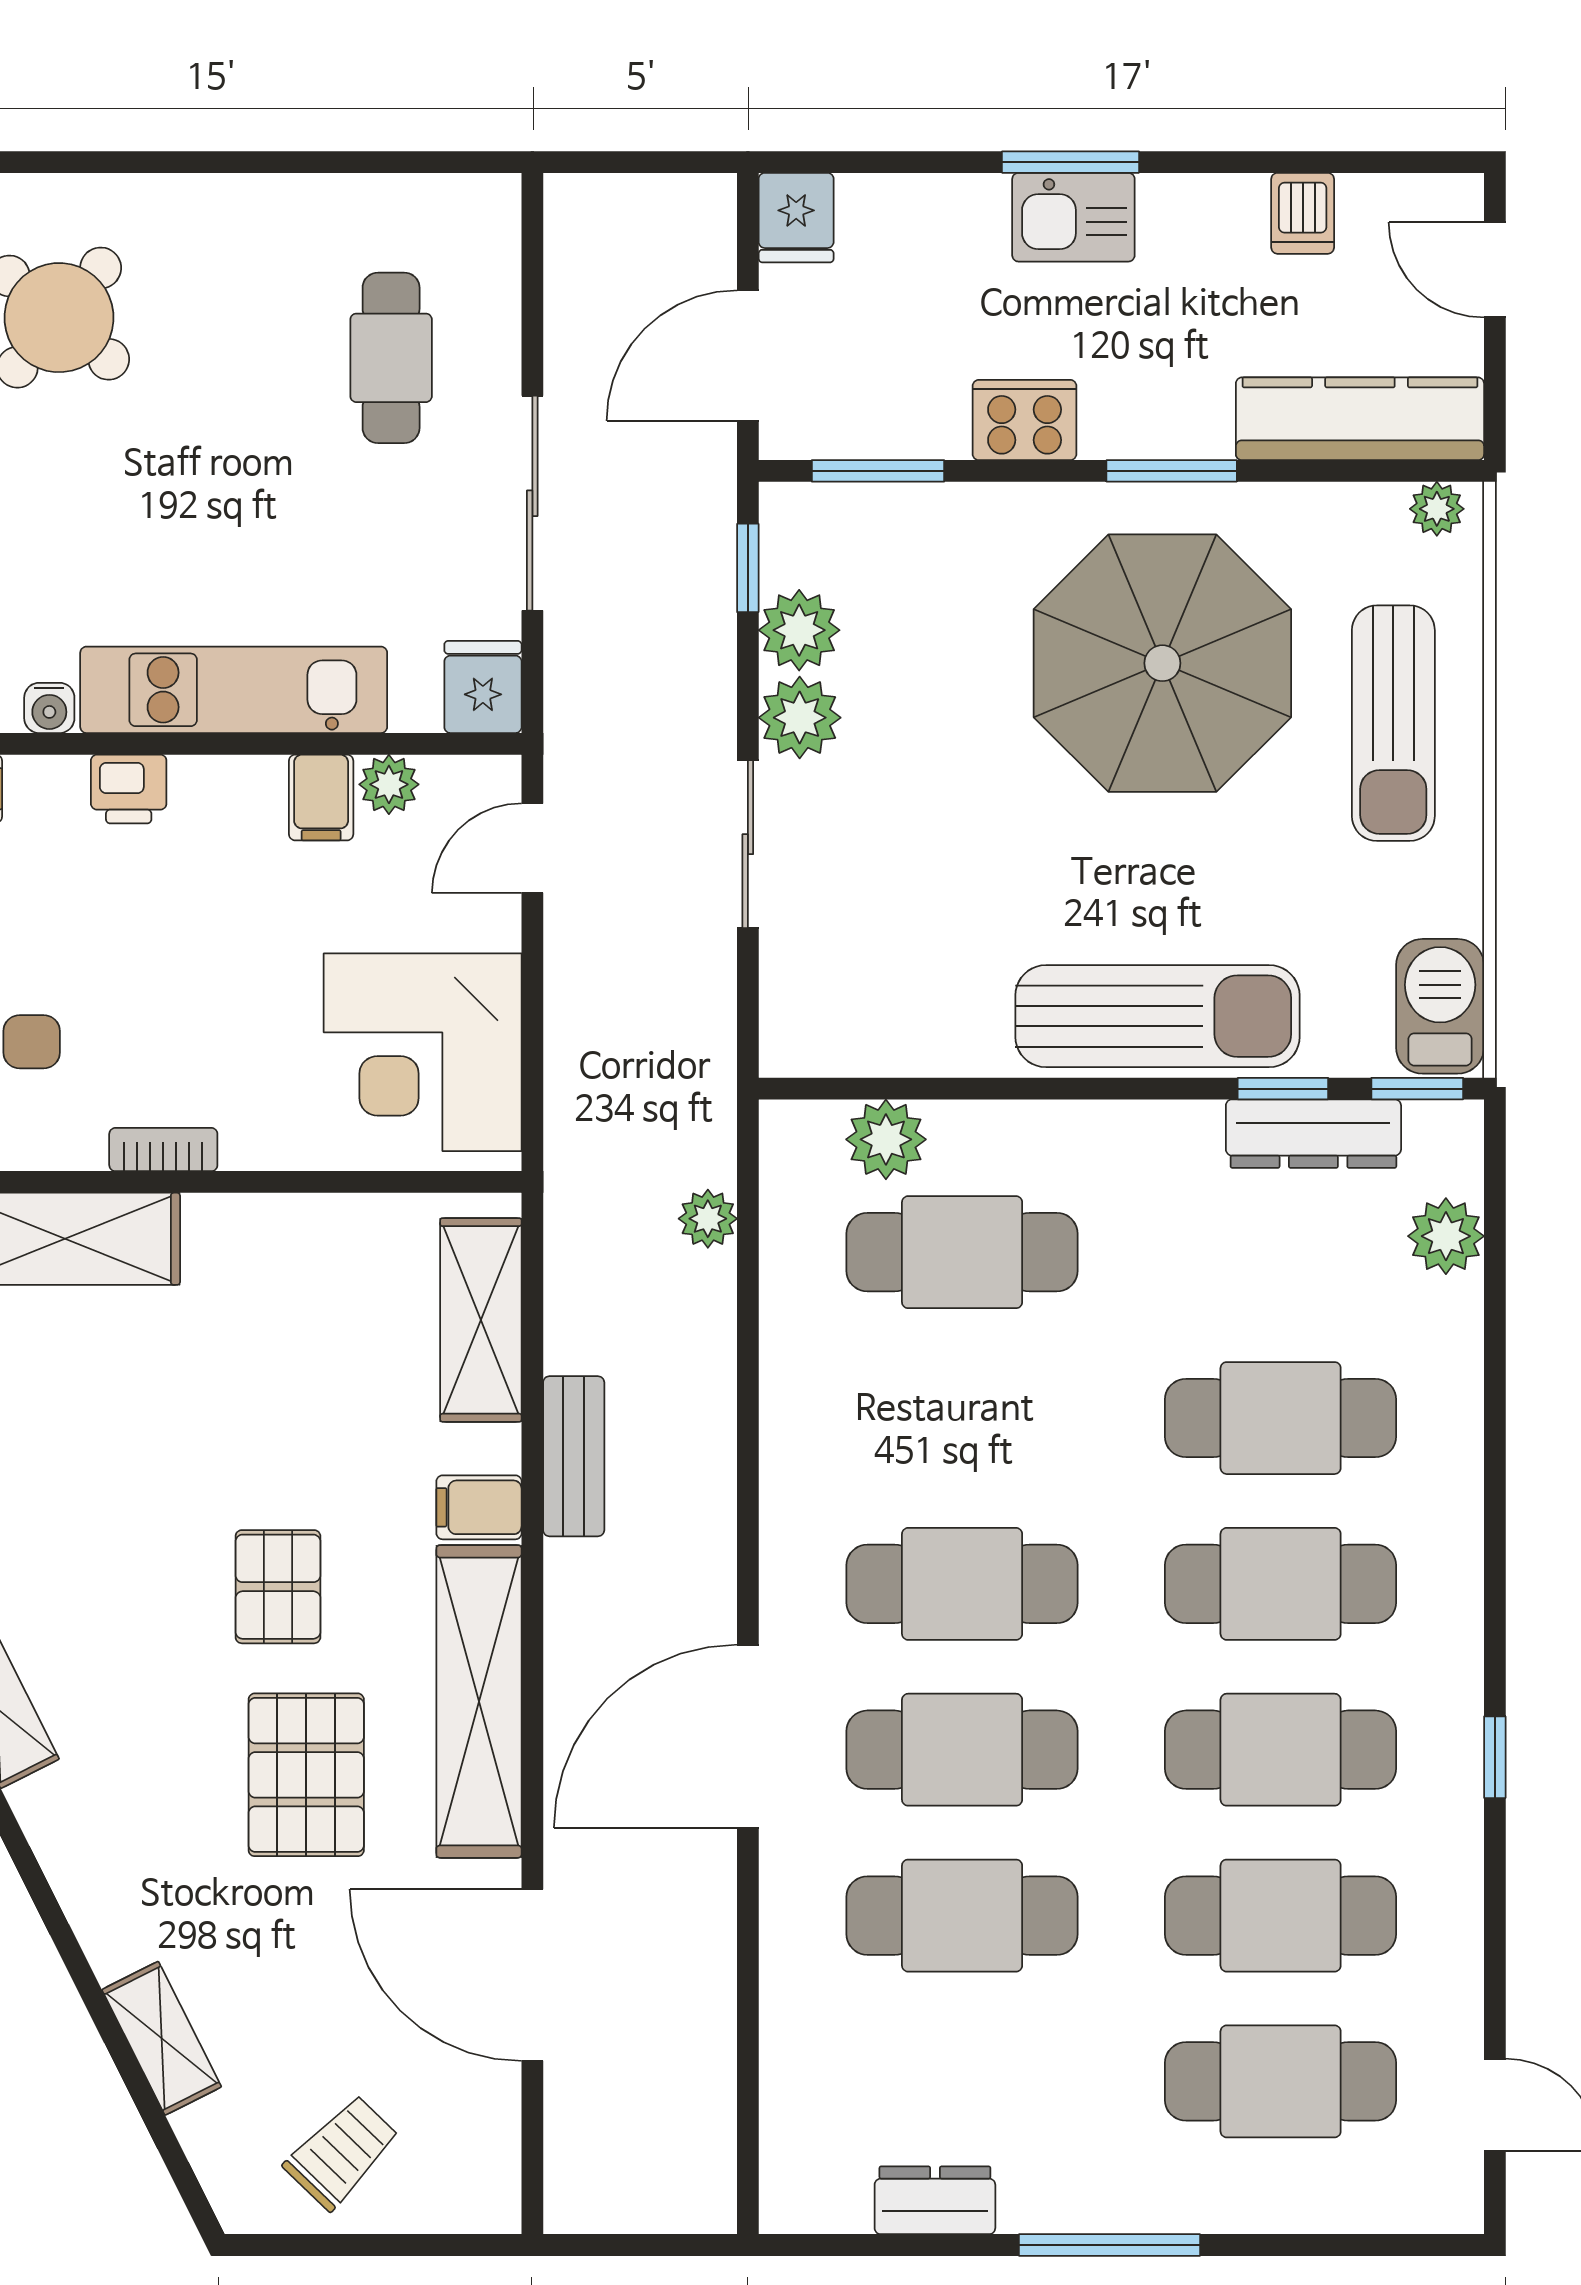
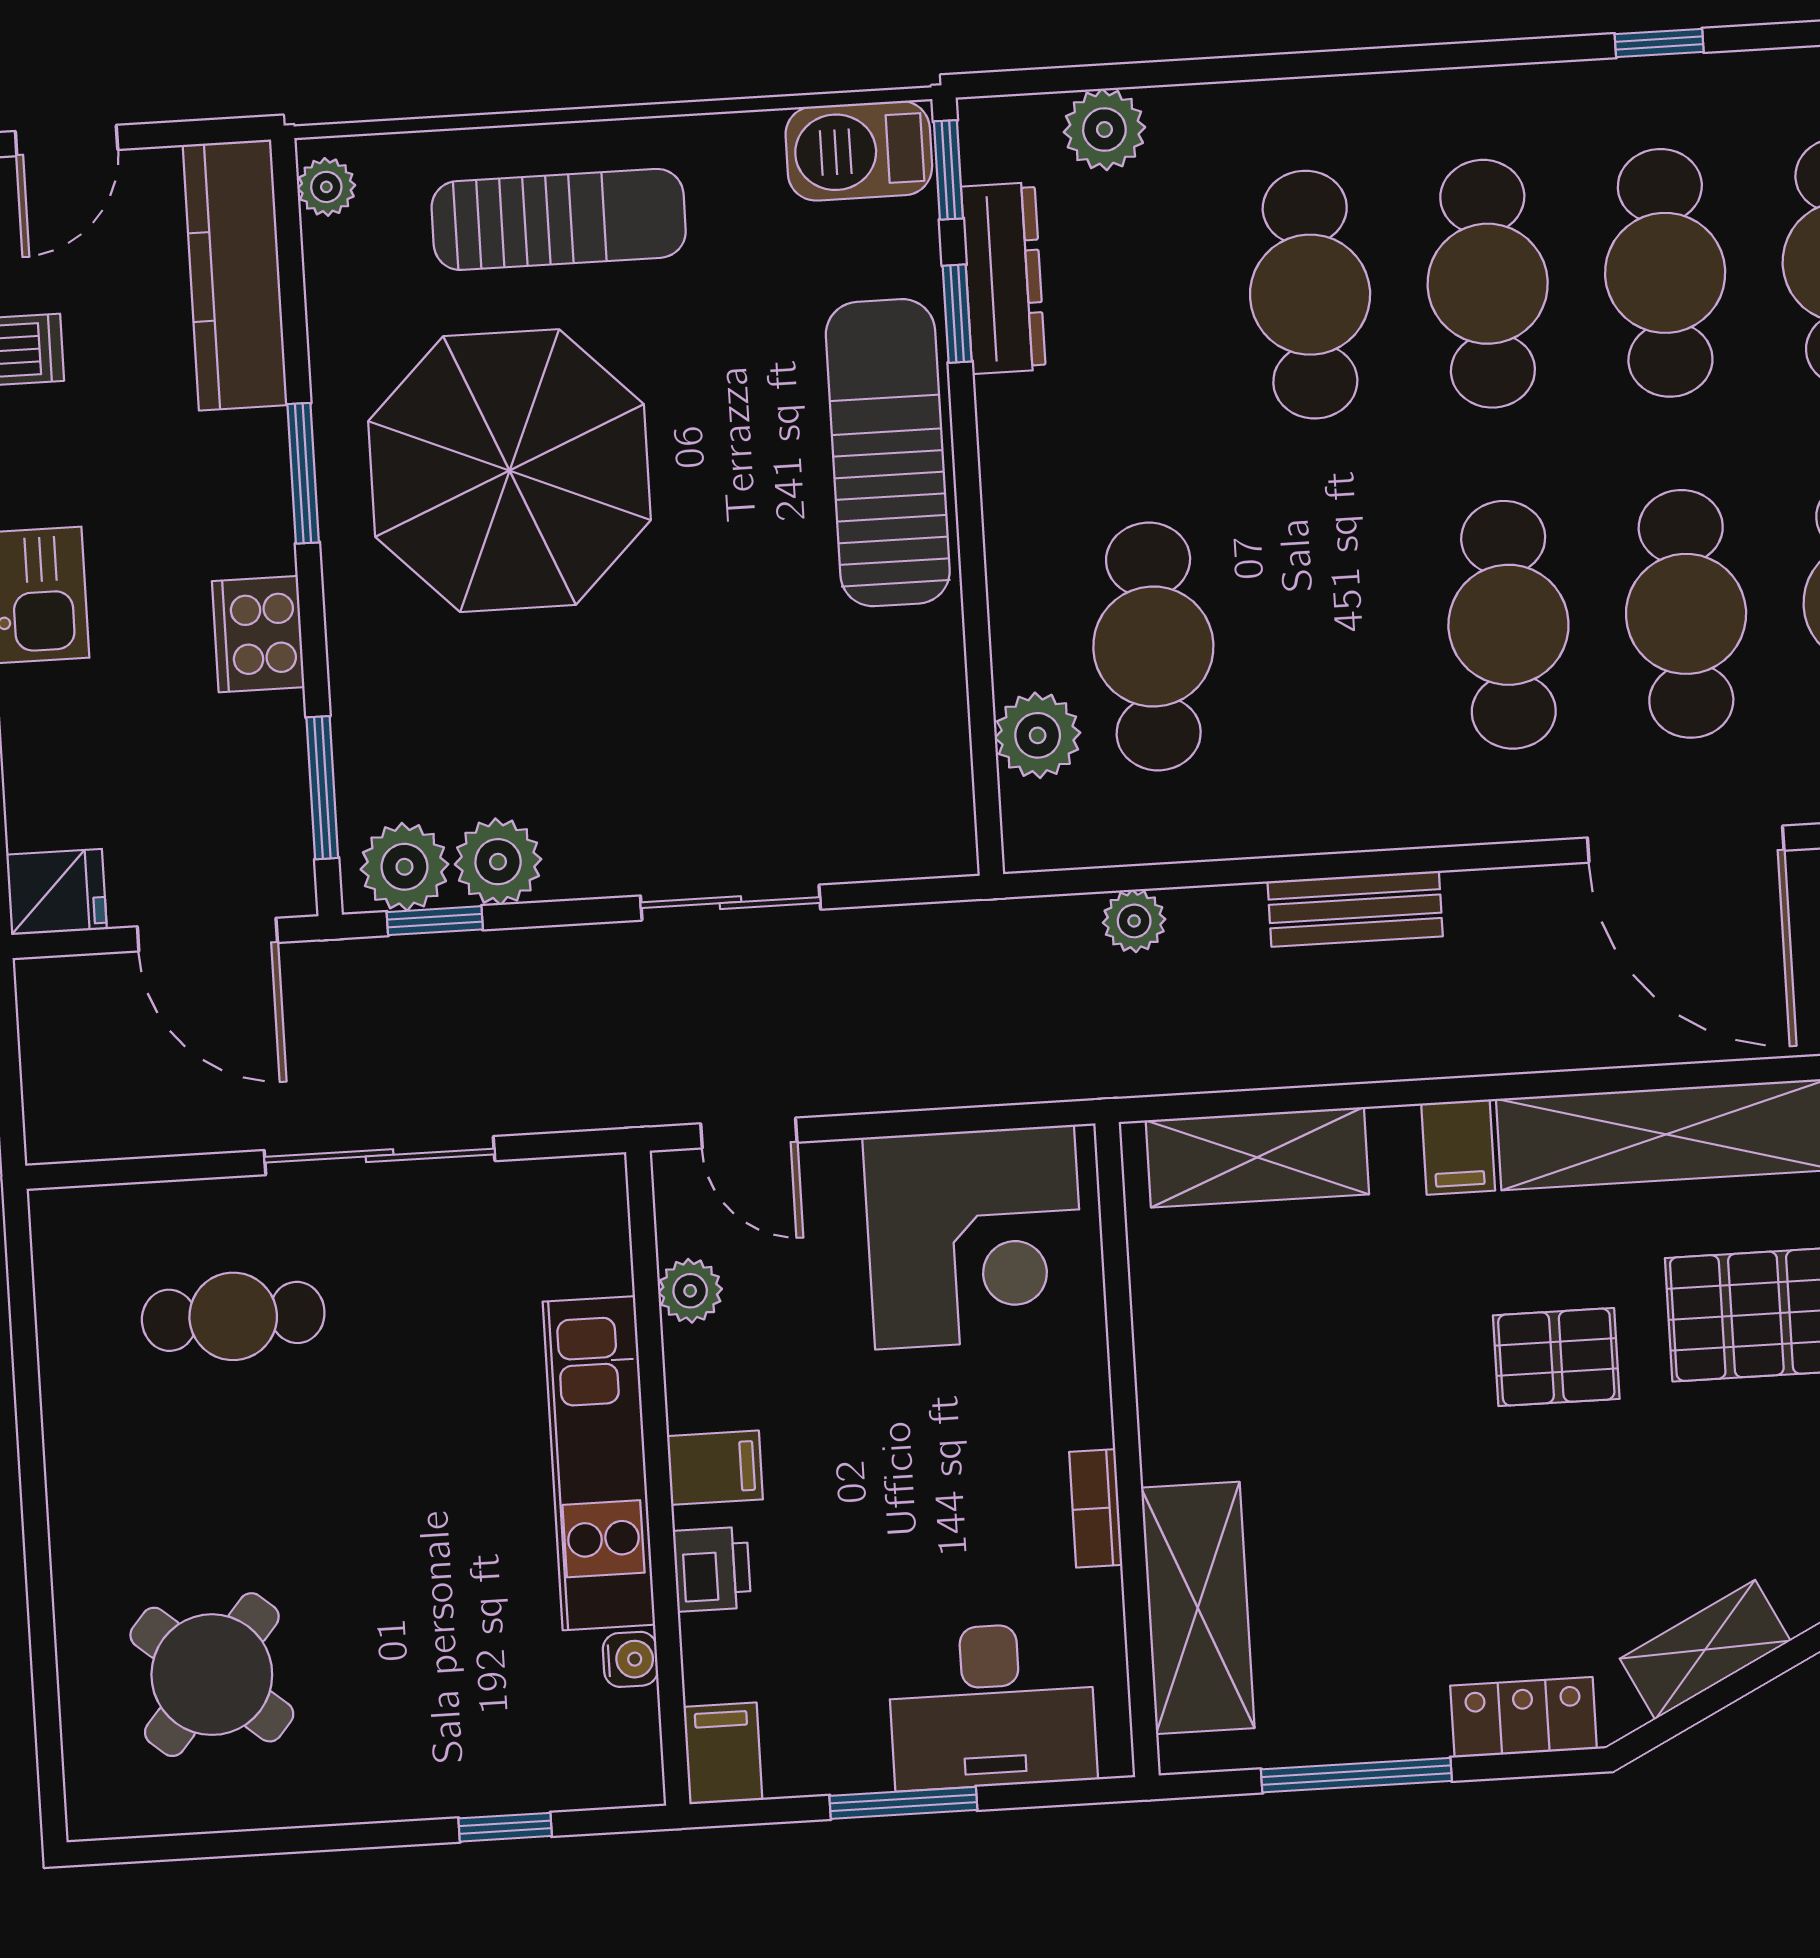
fridge: (483, 687) -> (580, 1196), removed
plant: (800, 718) -> (404, 867), moved
filing cabinet: (321, 798) -> (715, 1468), moved
bench: (574, 1456) -> (1355, 909), moved

